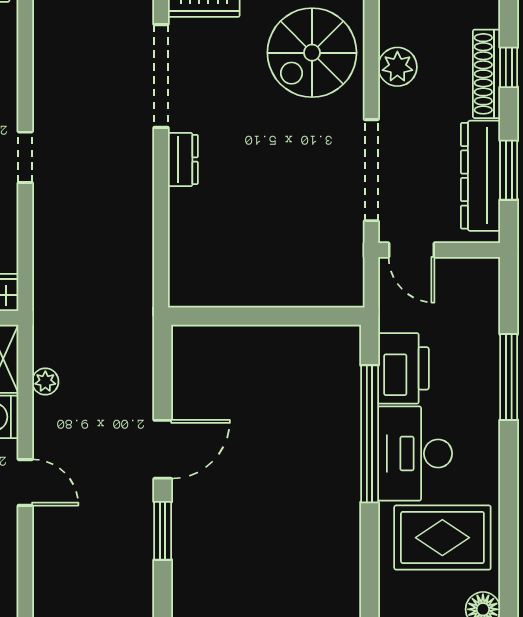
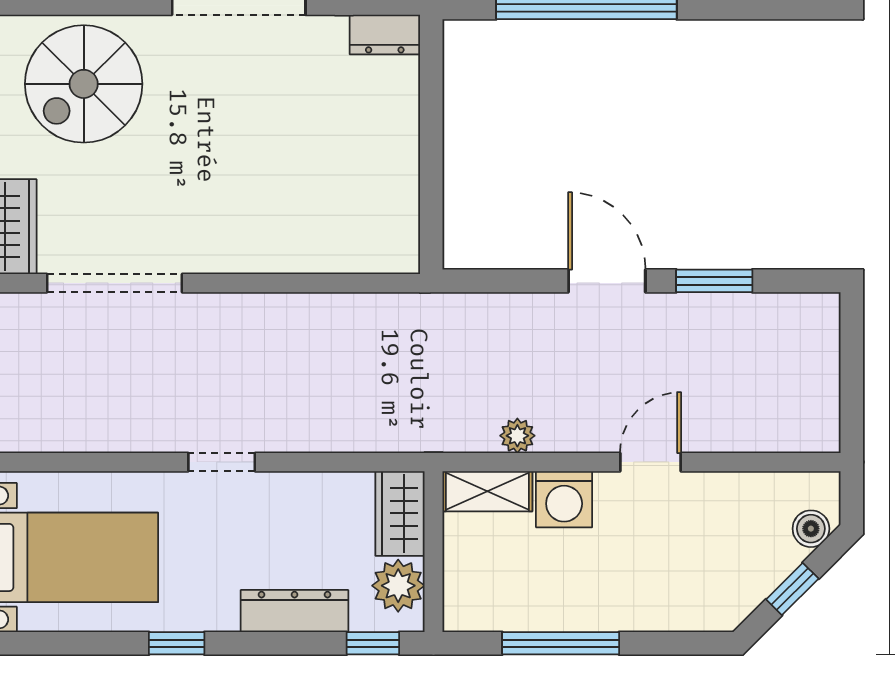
spiral stairs: (312, 53) -> (84, 84), turned 90
dresser: (183, 159) -> (385, 34), moved, turned 180

